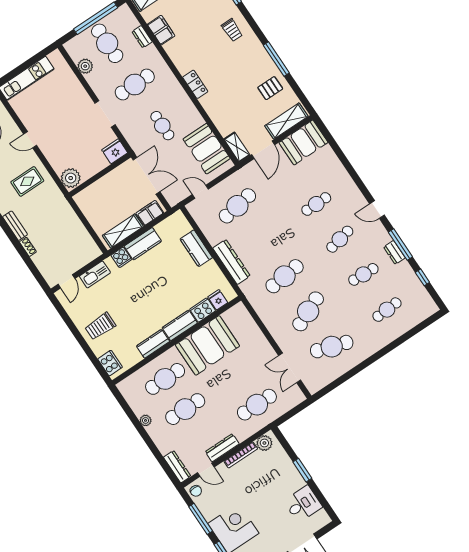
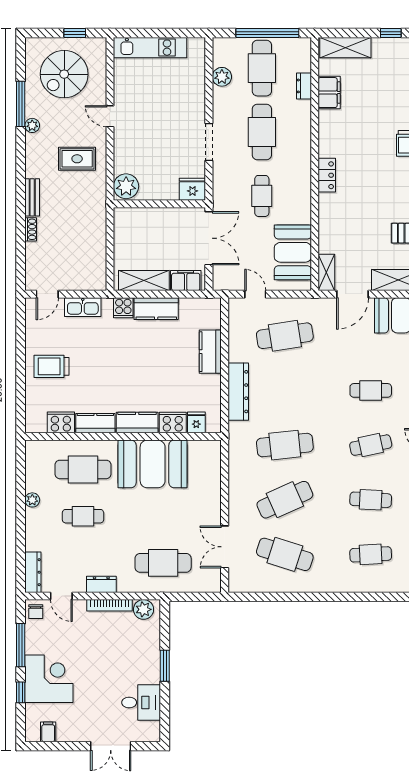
cafe table: (135, 85) -> (262, 132), turned 90
cooker: (110, 363) -> (61, 422), moved, turned -90
cafe table: (185, 409) -> (83, 516), width x0.73, depth x0.74
dresser: (222, 448) -> (101, 584), width x0.70

